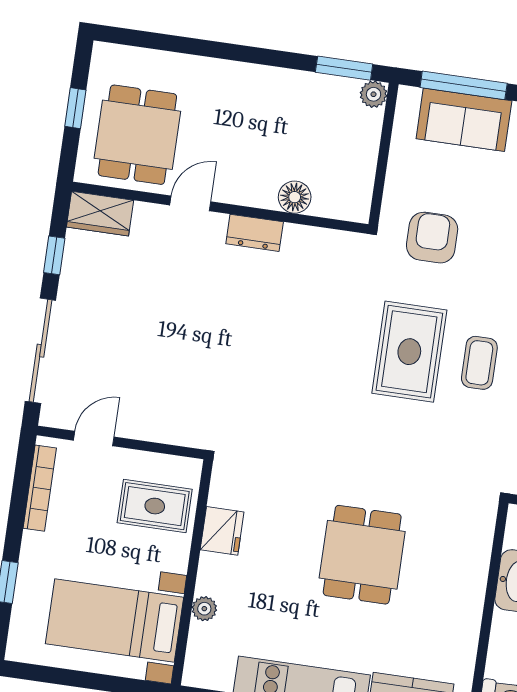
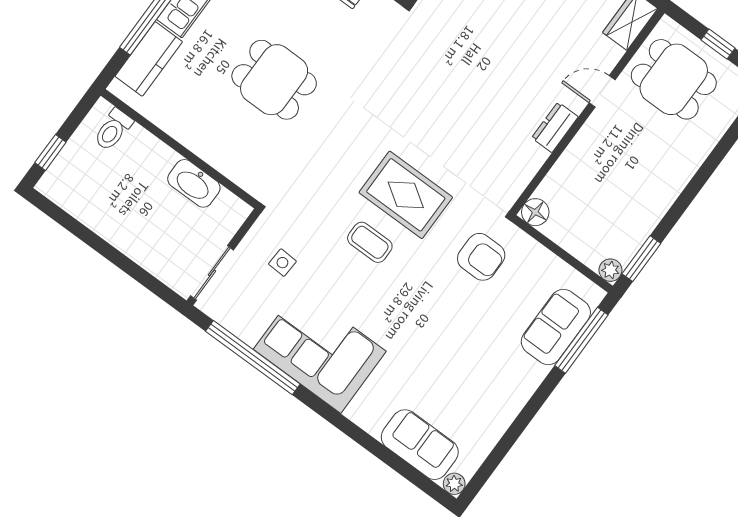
floor lamp: (295, 197) -> (535, 212), moved
door: (190, 203) -> (602, 91), swing flipped

